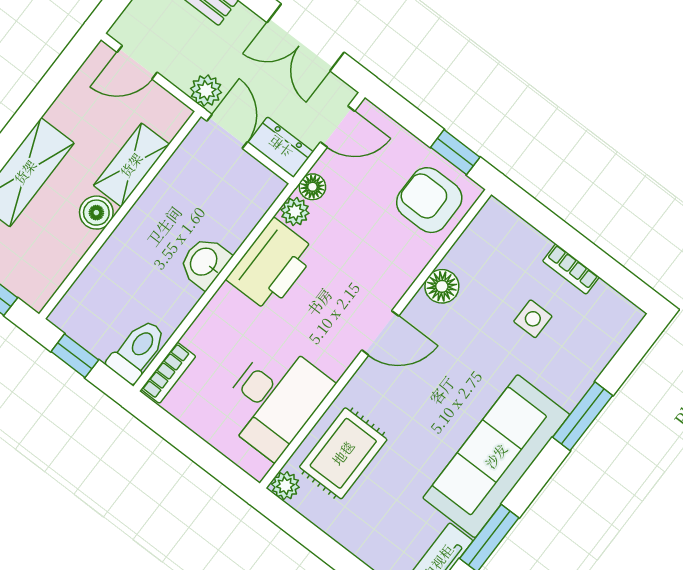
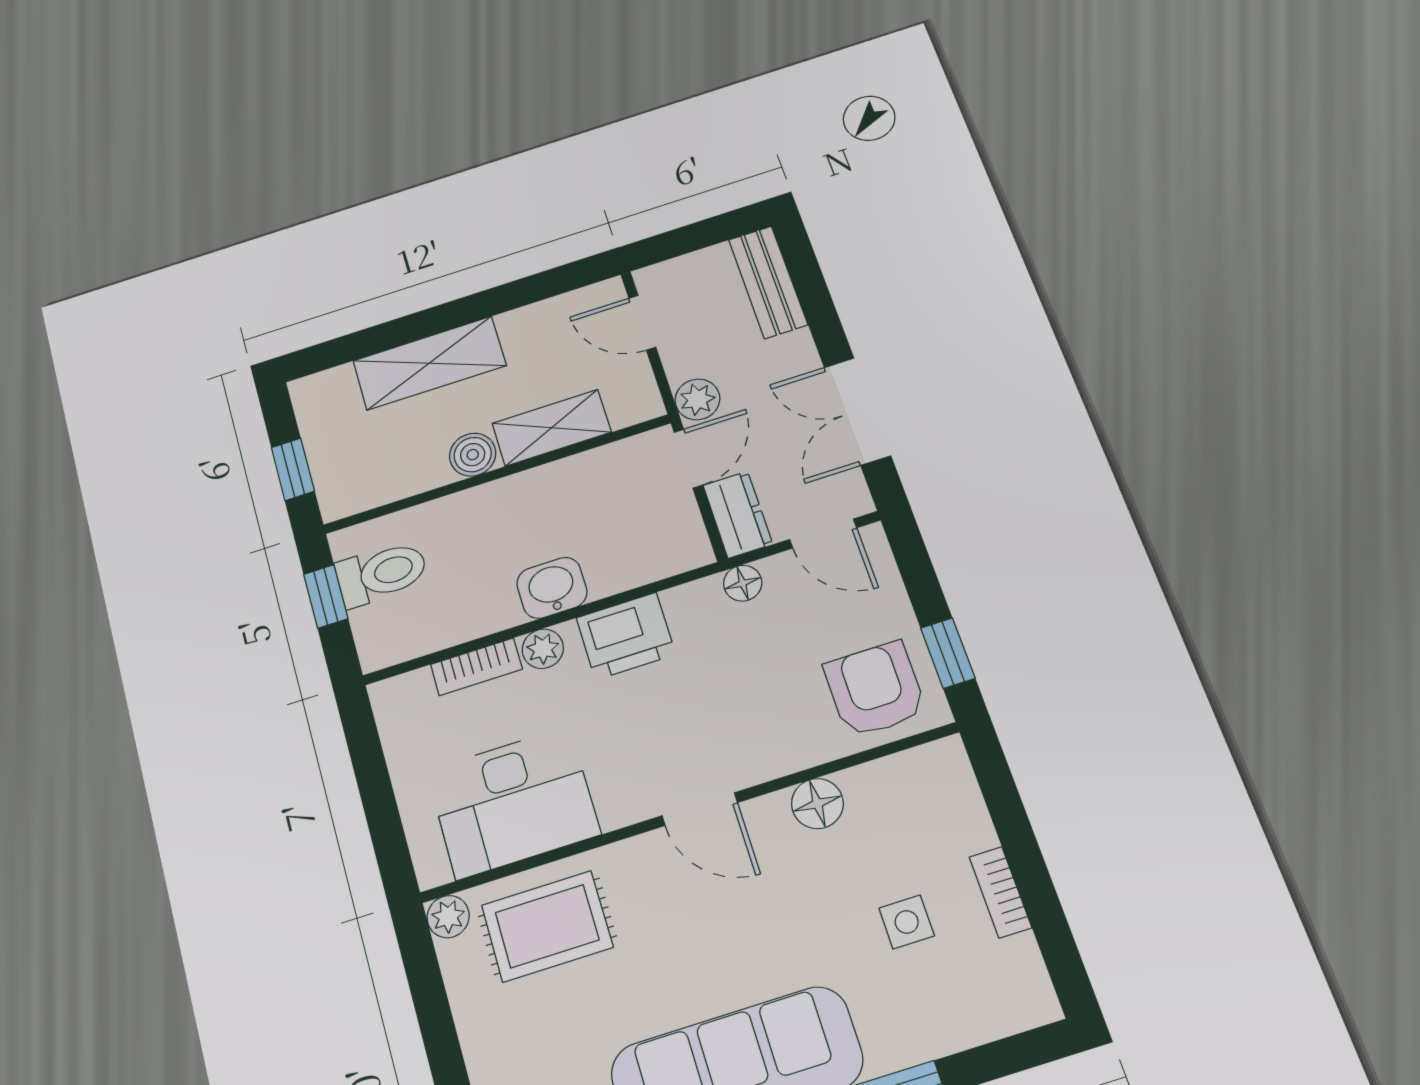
plant: (295, 212) -> (543, 649), moved
printer: (272, 265) -> (626, 636), width x0.73, depth x0.84
toilet: (137, 351) -> (382, 573), moved
bookcase: (168, 373) -> (476, 667), moved

